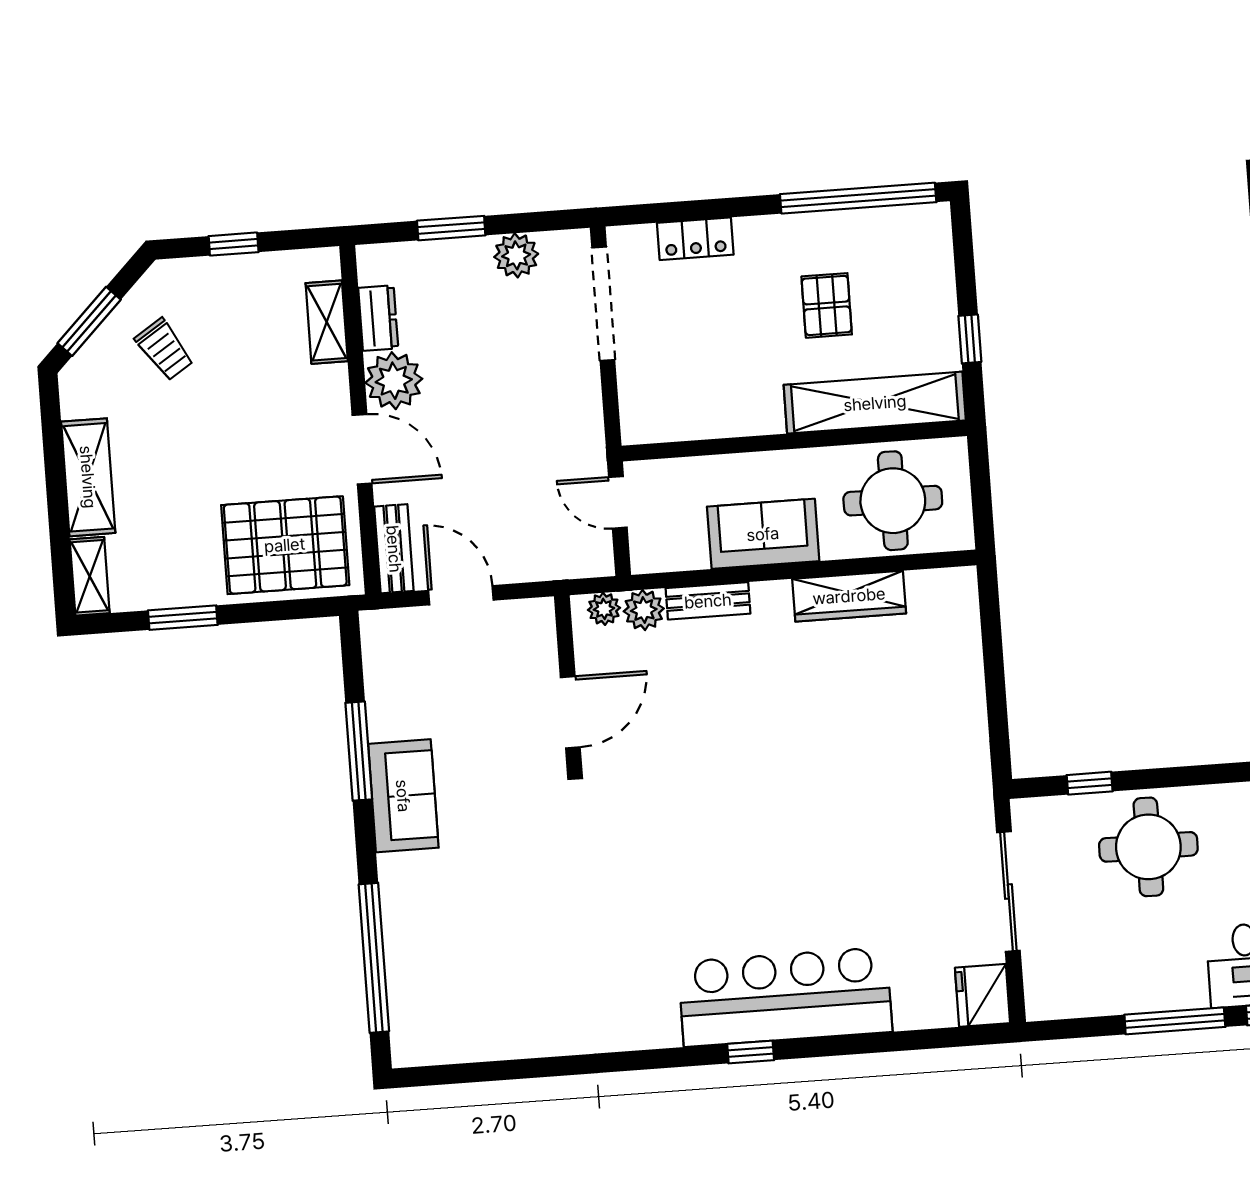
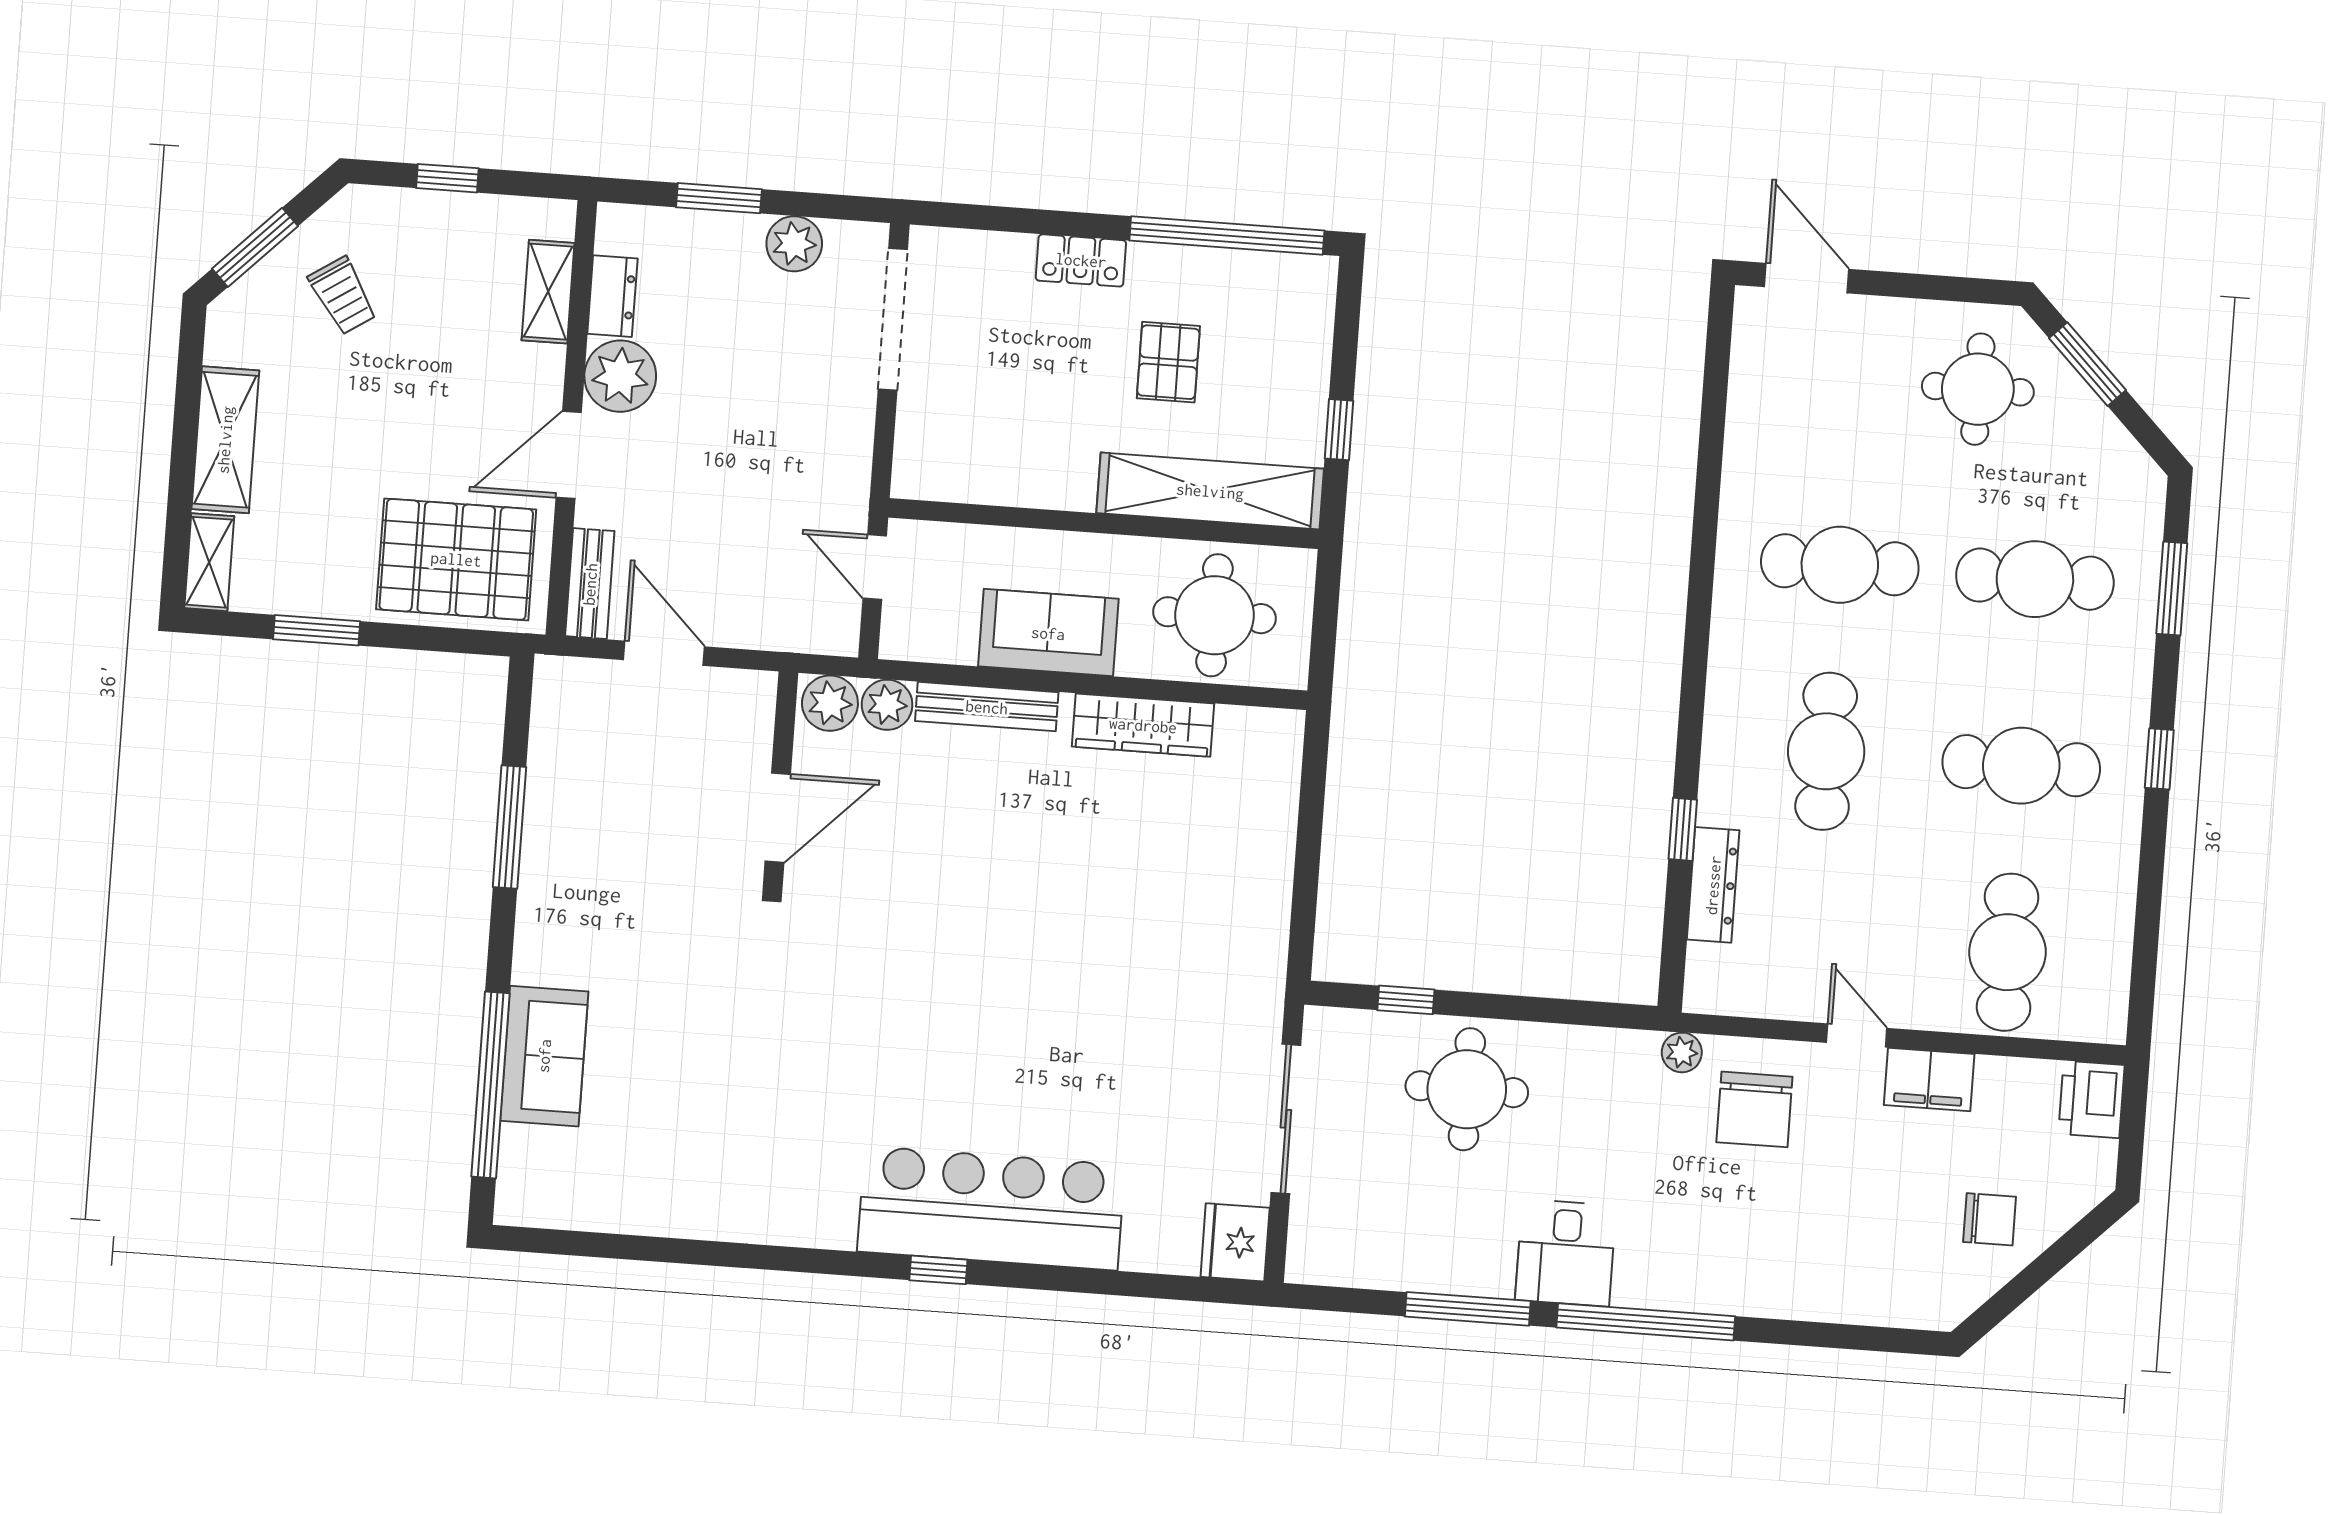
locker: (695, 239) -> (1081, 260), moved
door: (362, 449) -> (569, 455), swing flipped
bench: (708, 601) -> (987, 707), width x1.36
plant: (604, 609) -> (830, 703), width x1.38, depth x1.38
sofa: (403, 796) -> (544, 1056), moved

